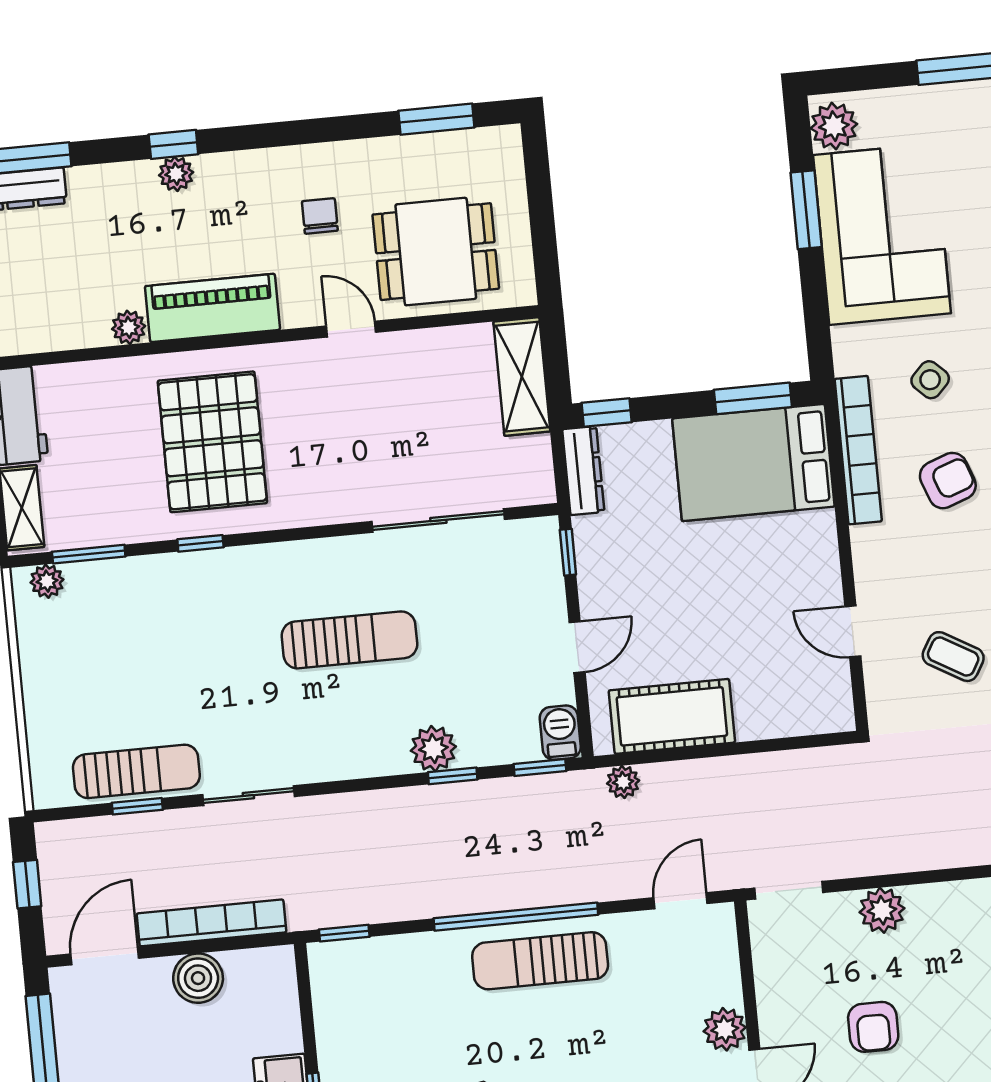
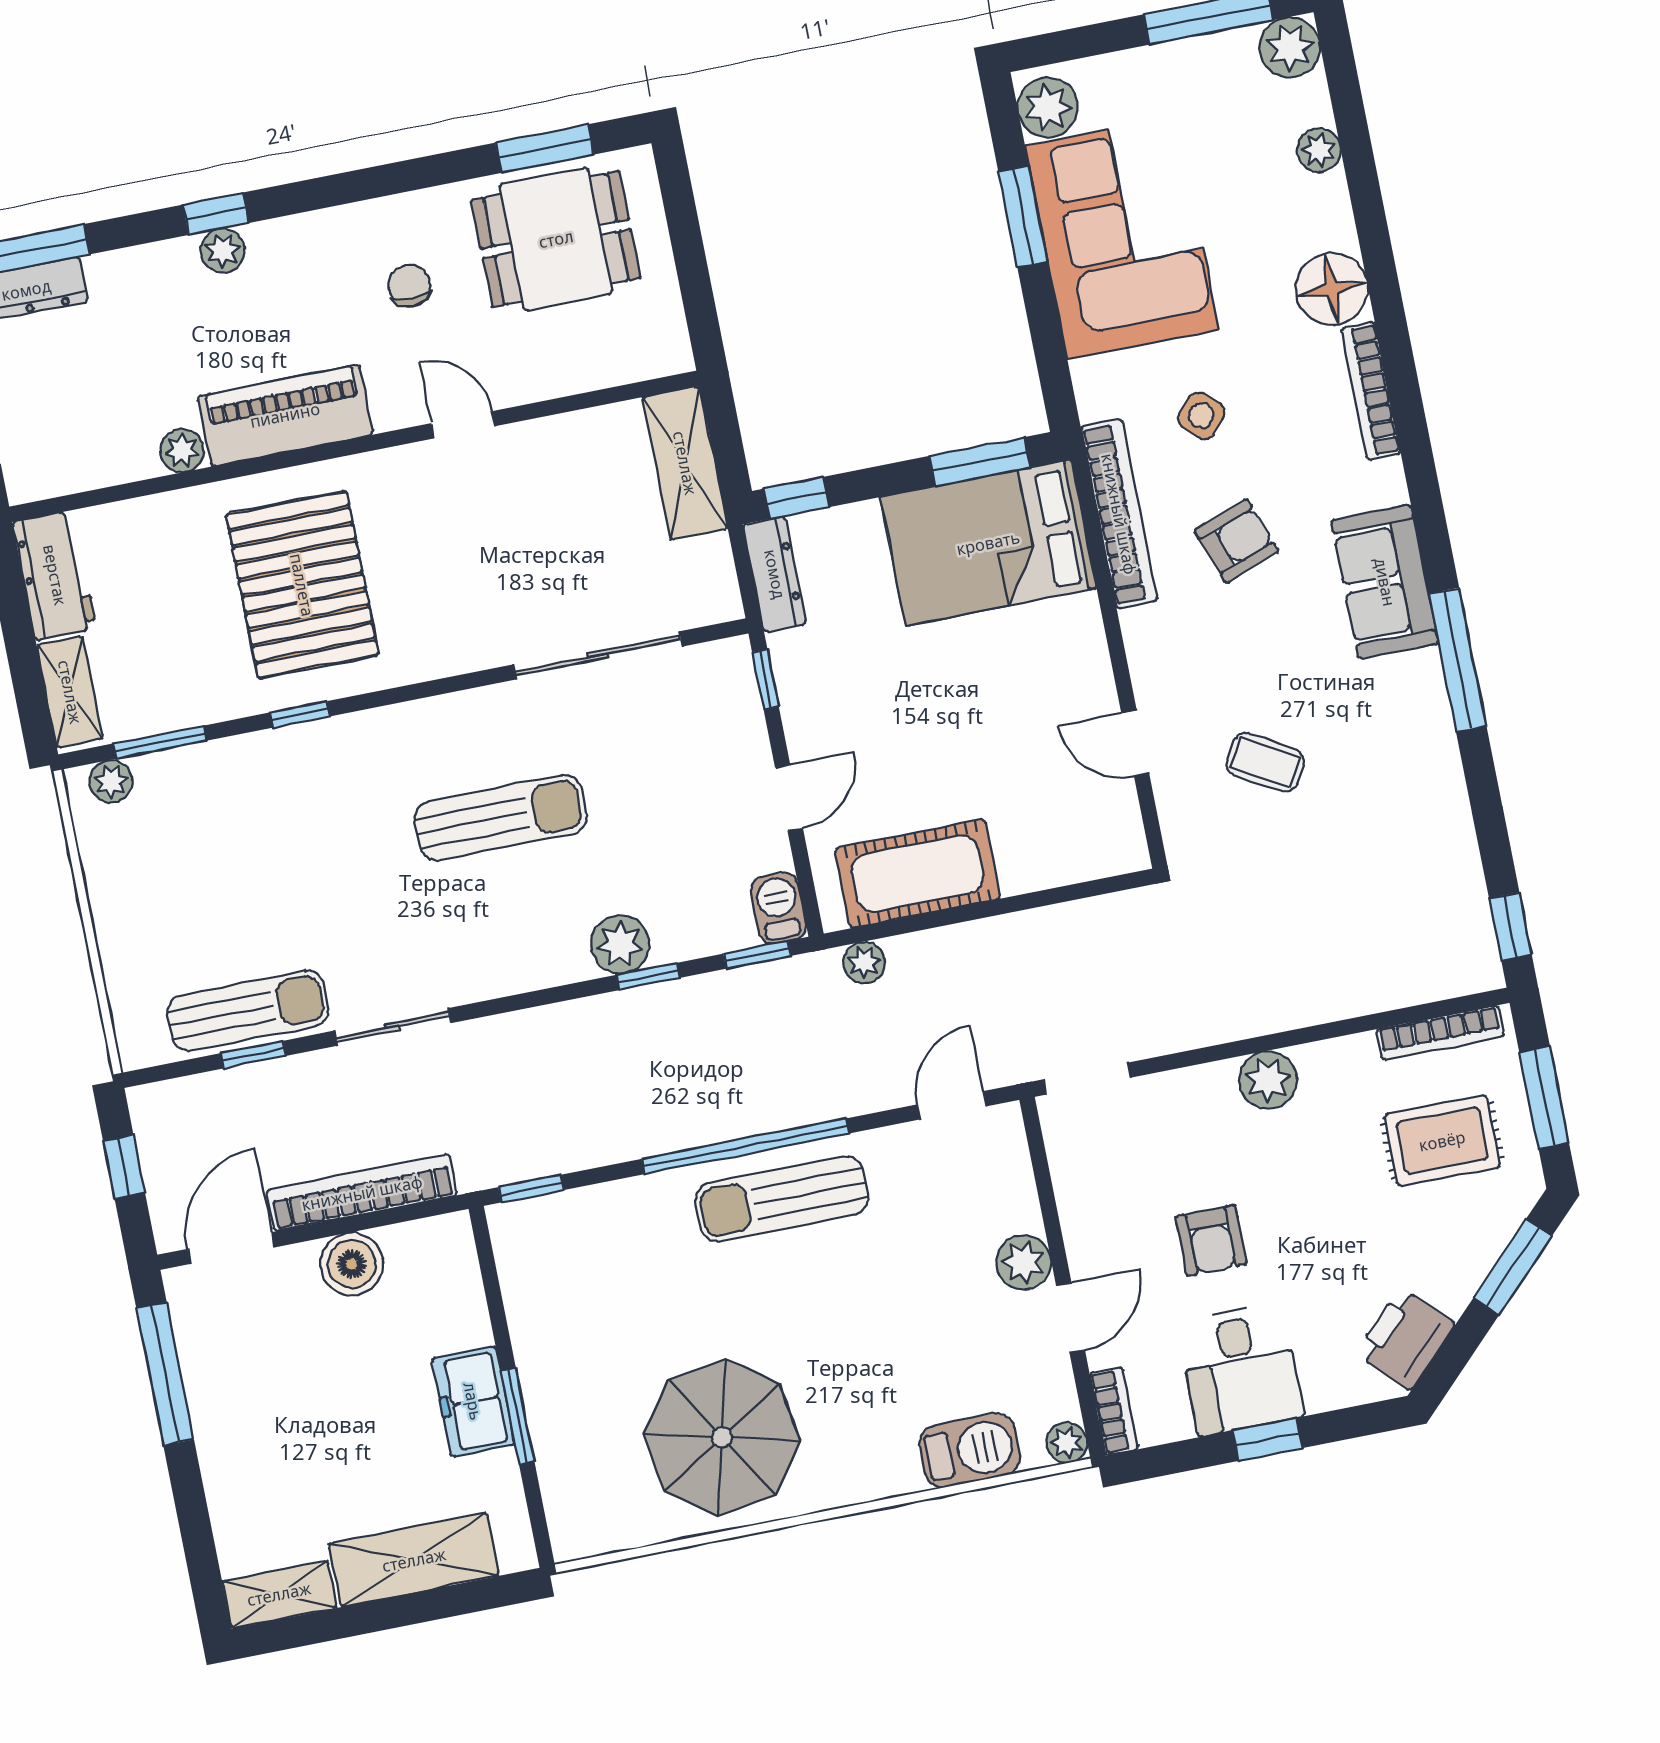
dining table: (436, 252) -> (556, 239), moved
plant: (882, 910) -> (1268, 1080), moved

